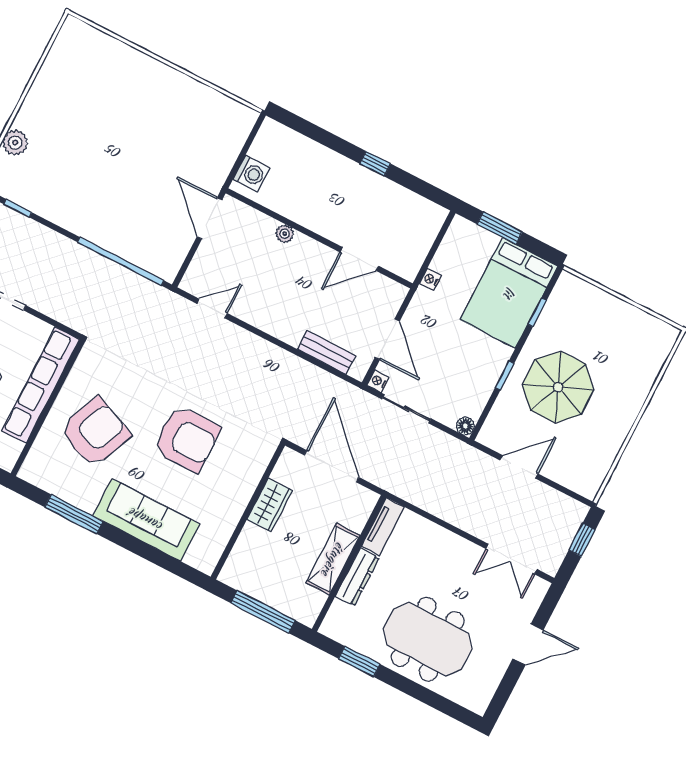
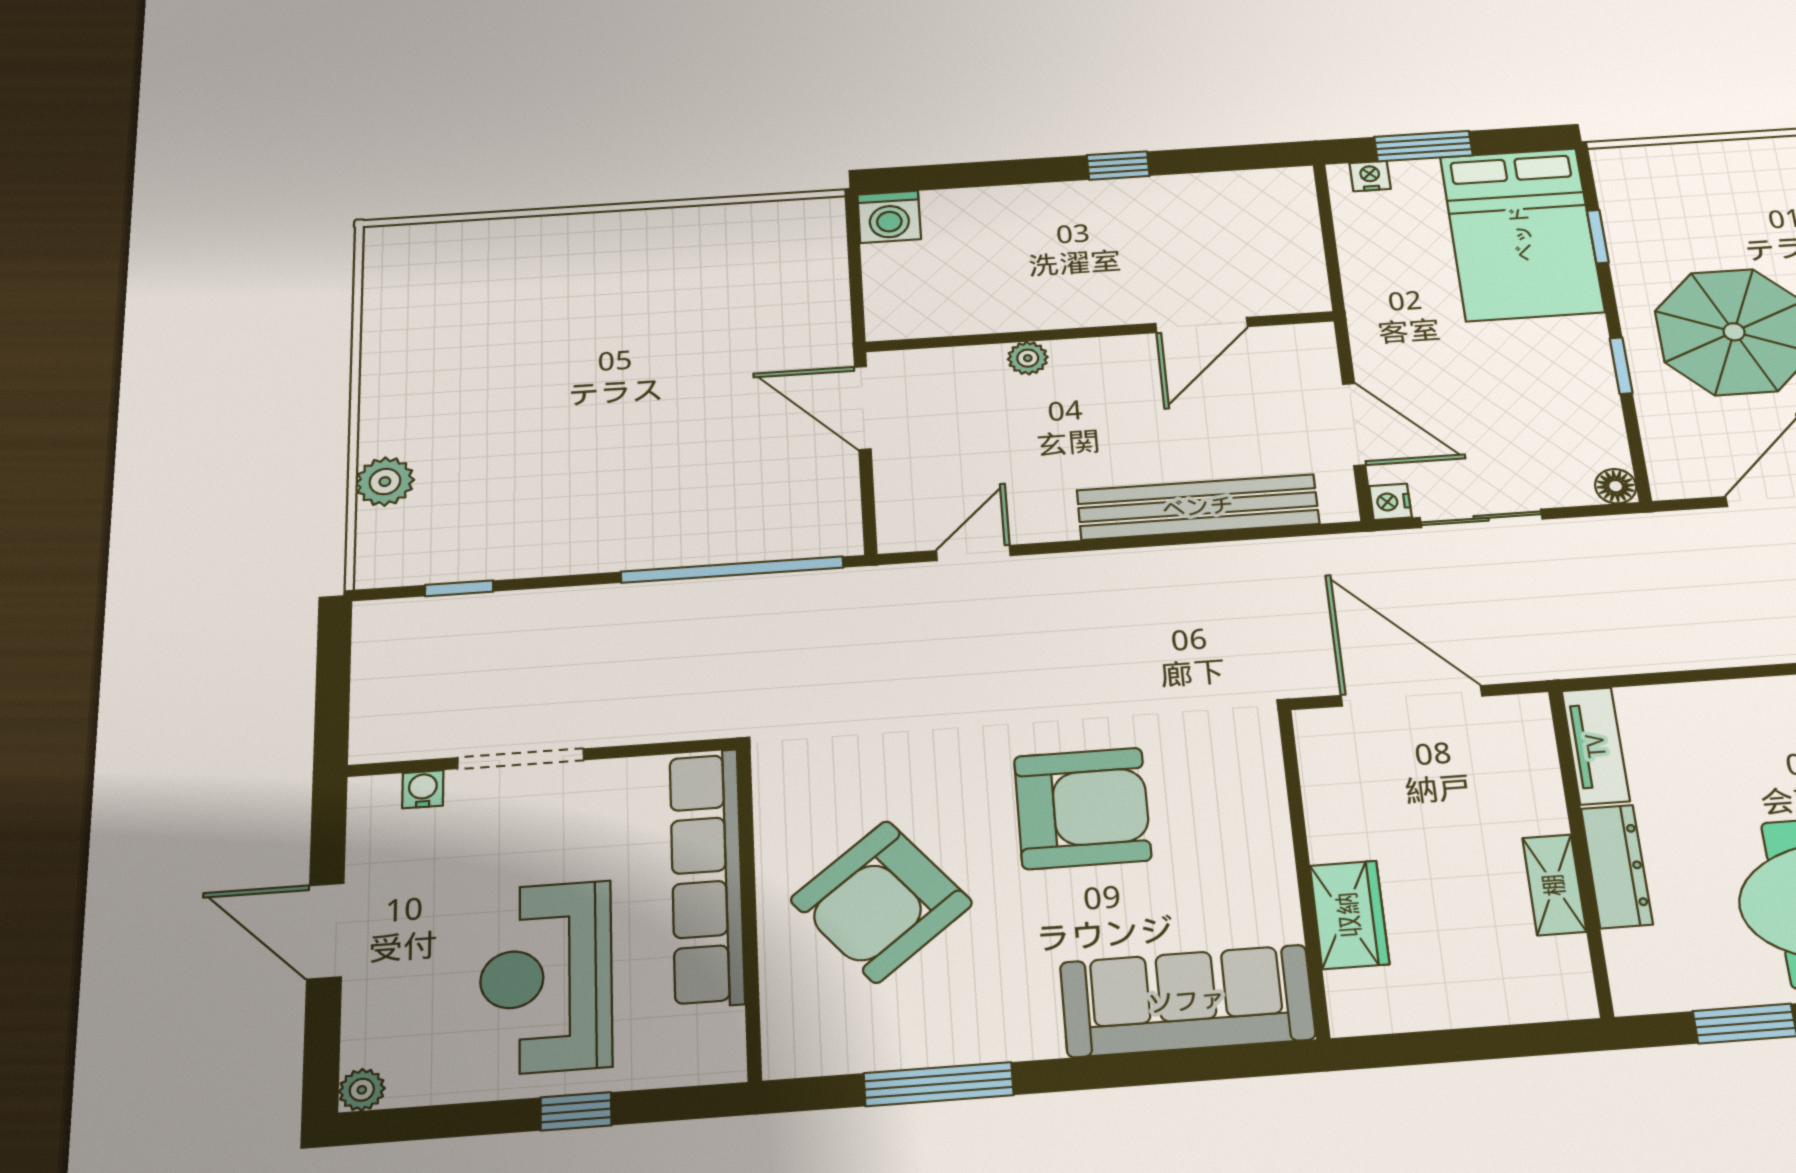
washing machine: (251, 173) -> (889, 217), moved, turned 90
nightstand: (430, 279) -> (1370, 176), moved, turned 90
bench: (326, 352) -> (1198, 507), width x1.86, depth x1.21
armchair: (95, 432) -> (881, 901), turned -152
wardrobe: (270, 505) -> (1349, 915), moved
sofa: (146, 520) -> (1187, 1001), moved
shelving: (333, 559) -> (1554, 885), width x0.67, depth x0.75
window: (263, 612) -> (1475, 1044), removed

